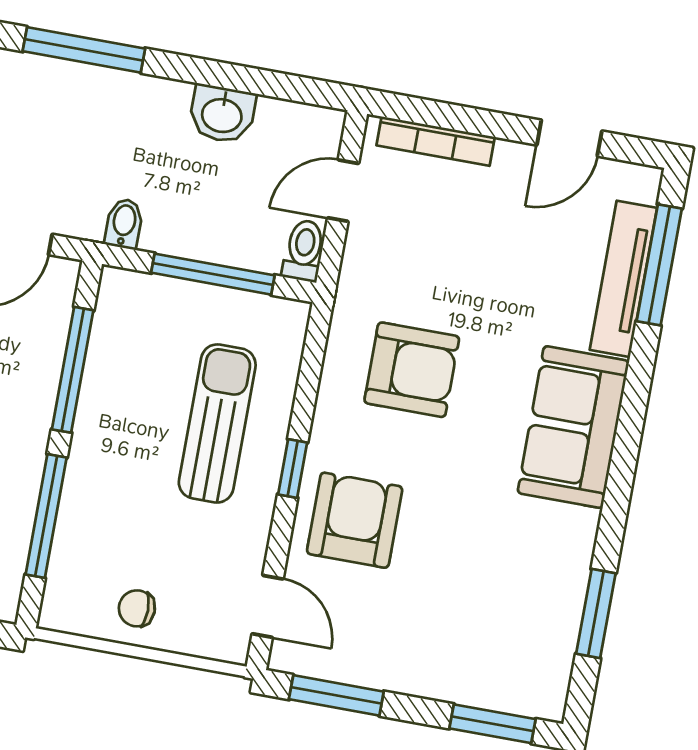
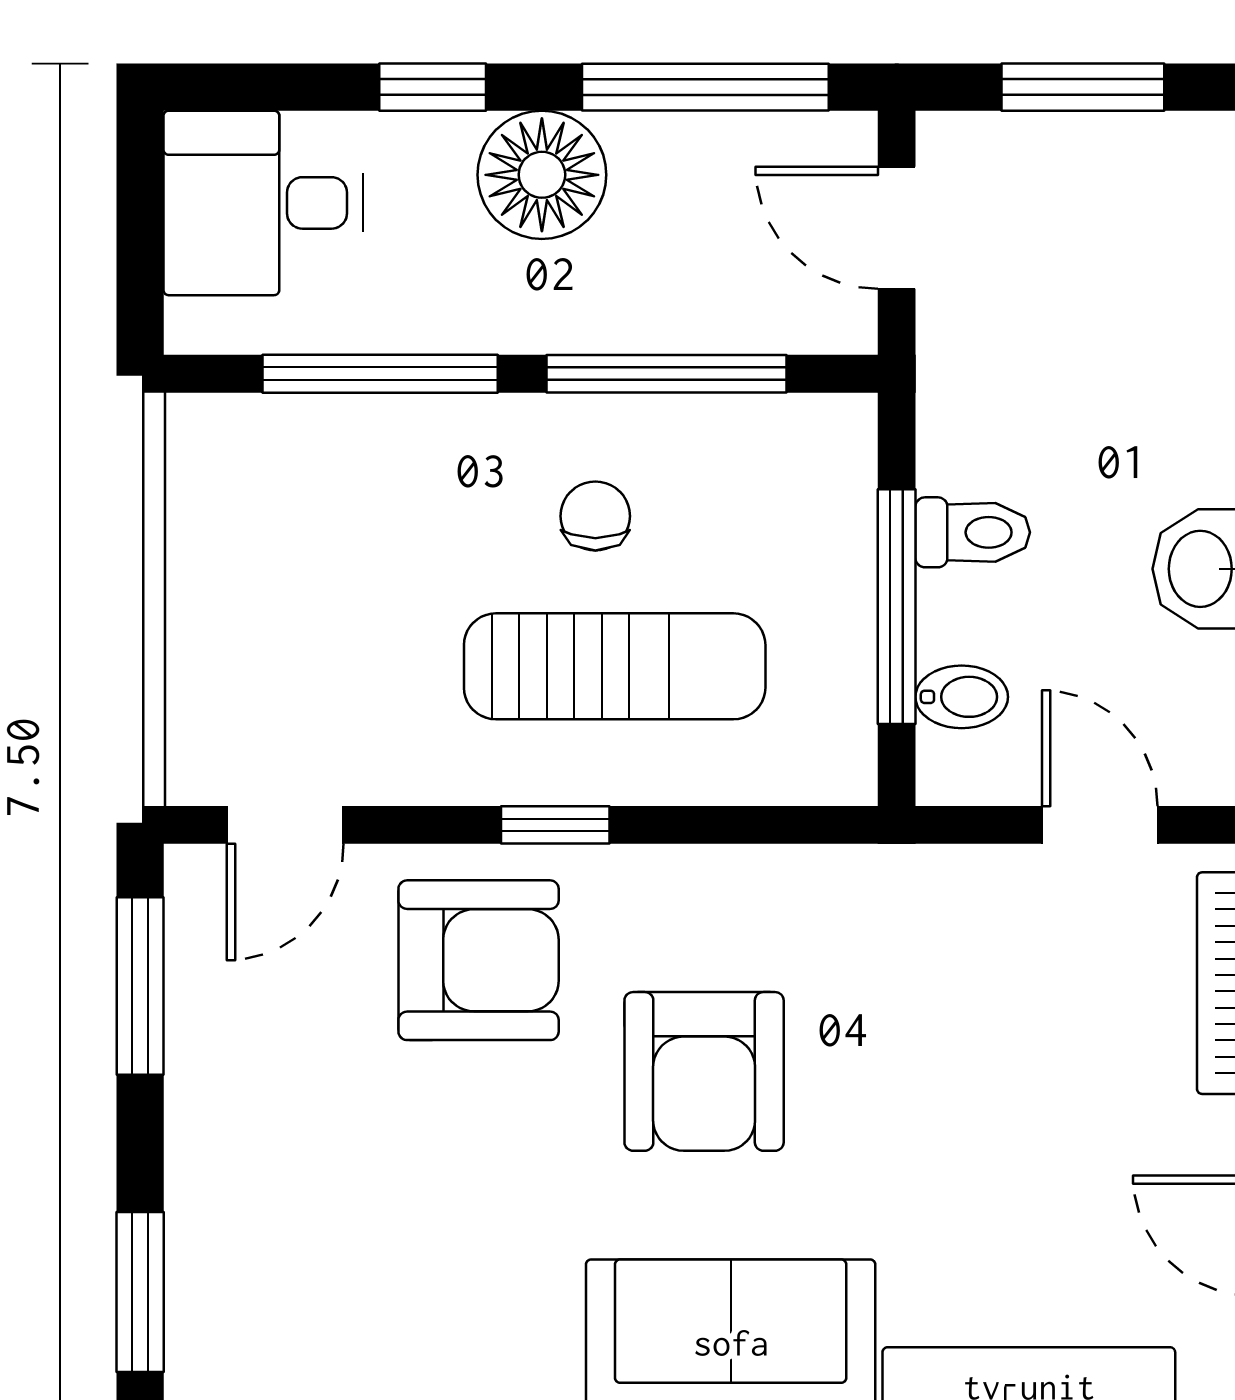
bidet: (124, 224) -> (962, 697), moved
toilet: (304, 250) -> (973, 532), moved
armchair: (412, 370) -> (704, 1071), moved
chair: (137, 608) -> (595, 516), moved

